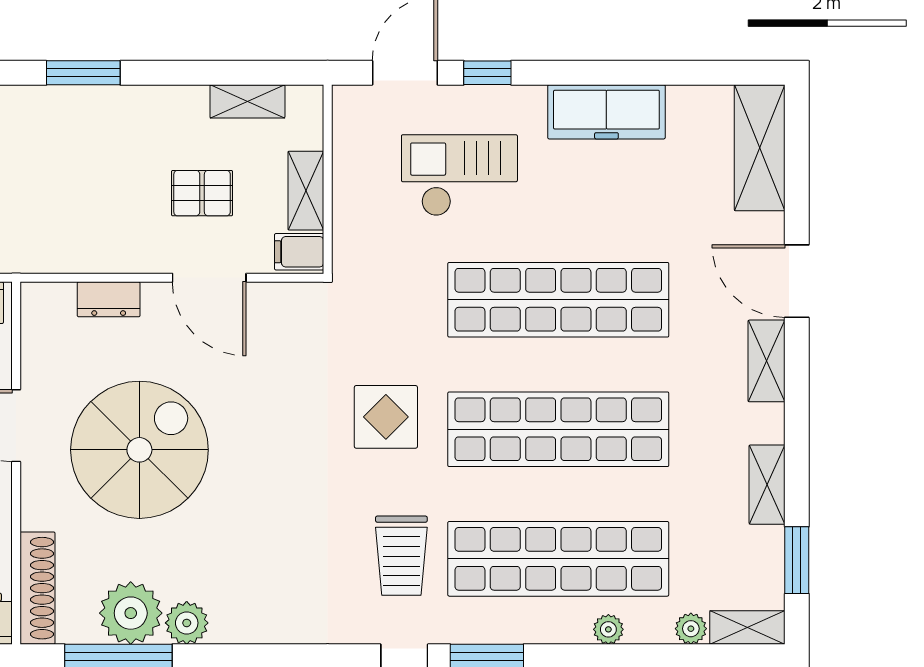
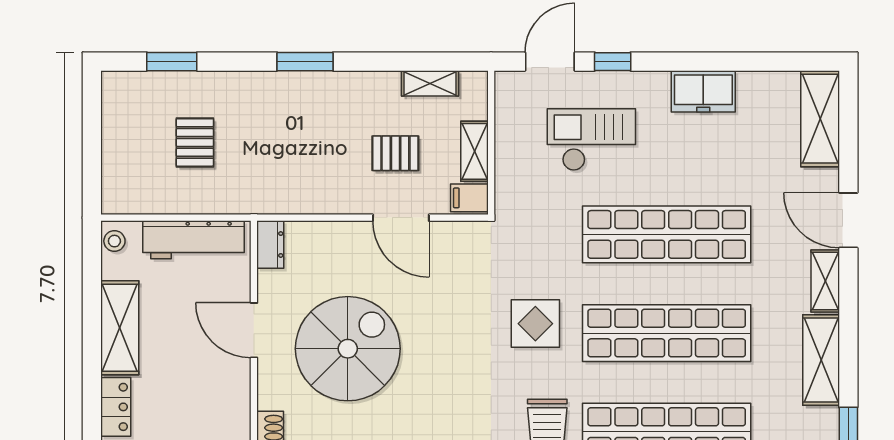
freezer: (606, 112) -> (703, 91), width x0.71
dresser: (109, 299) -> (270, 245), moved, turned -90
shelving: (767, 485) -> (821, 360), width x1.50, depth x1.33

